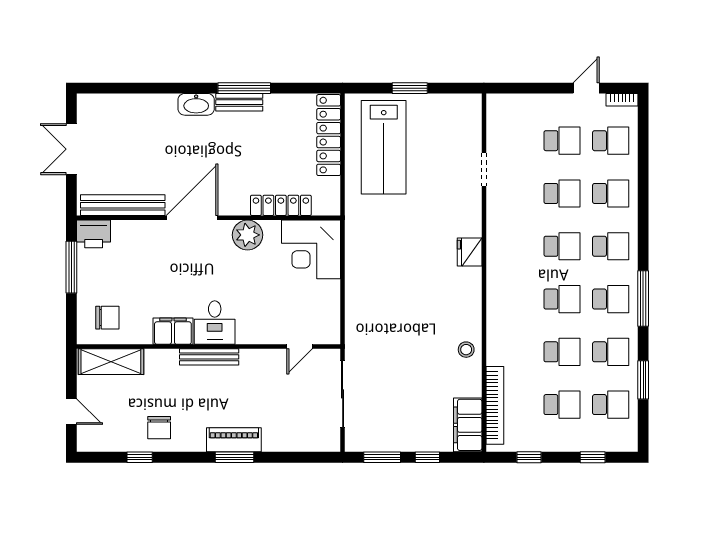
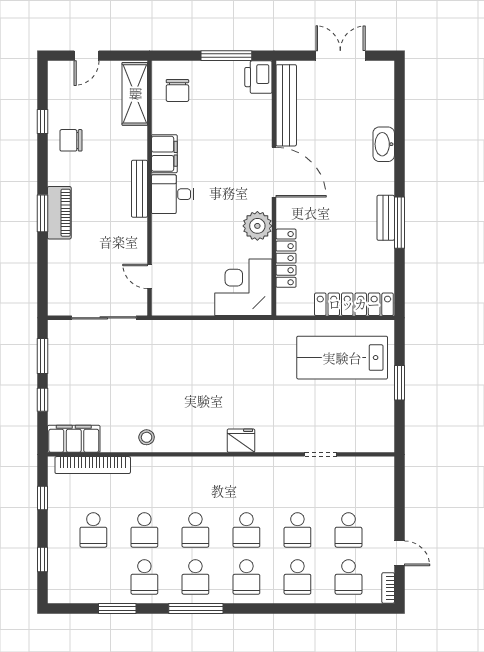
washbasin: (196, 104) -> (384, 144), moved
school desk: (611, 405) -> (93, 577), removed

